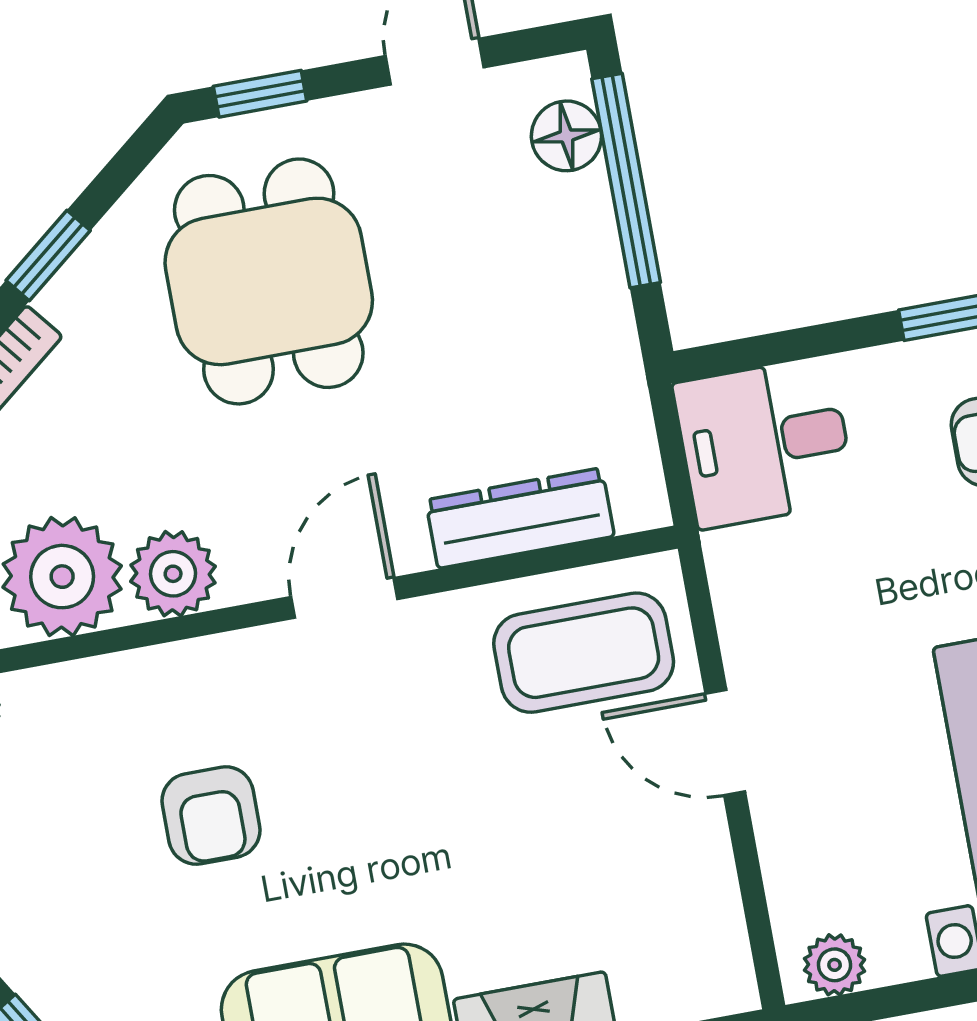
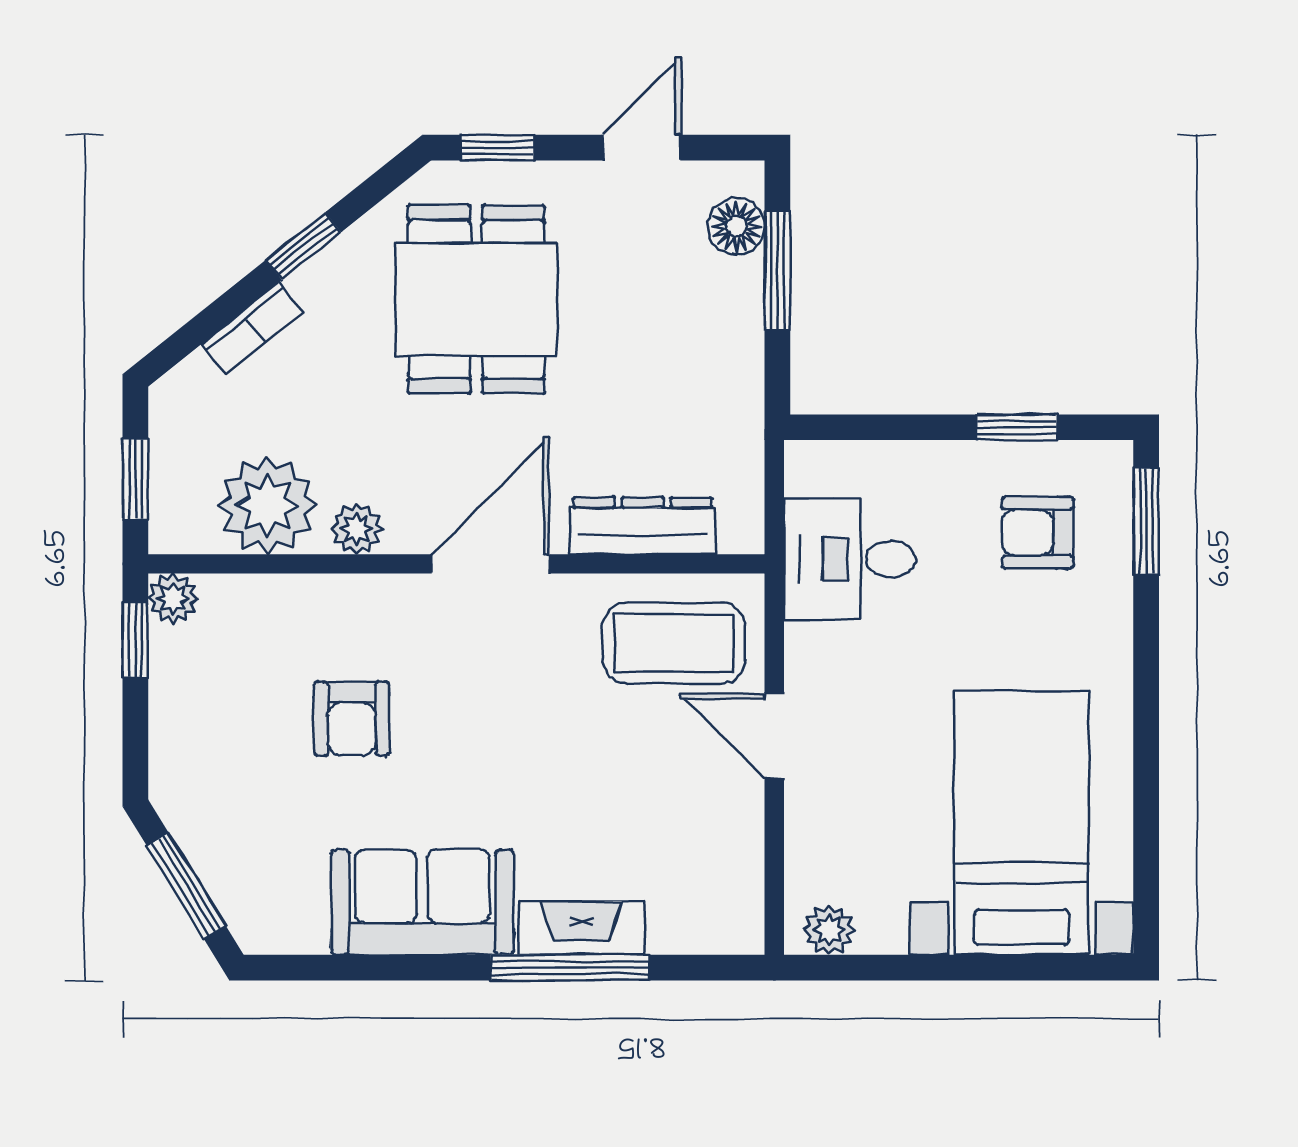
window: (626, 181) -> (777, 271), width x0.69
desk: (764, 443) -> (850, 559), moved
plant: (173, 574) -> (357, 529), width x0.73, depth x0.73
door: (344, 598) -> (490, 564), width x1.38

